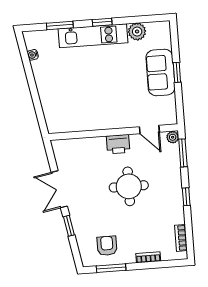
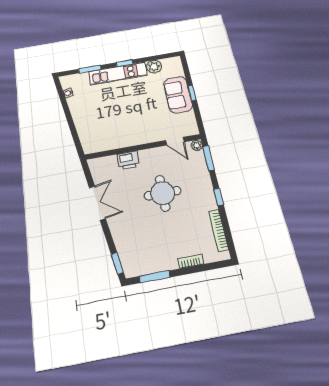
printer: (118, 144) -> (128, 160), moved
double door: (59, 189) -> (97, 203), swing flipped
window: (69, 226) -> (117, 263), moved
bookcase: (181, 238) -> (218, 230), width x1.56
armchair: (107, 246) -> (148, 254), removed

